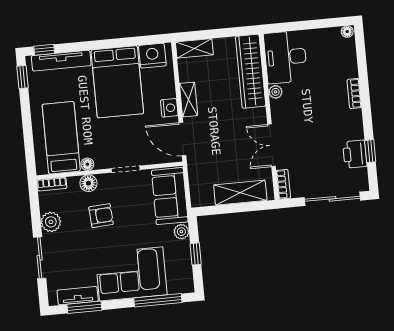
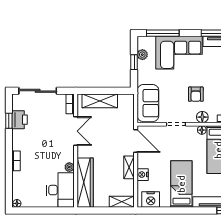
bed: (117, 82) -> (181, 184), width x0.67
nightstand: (169, 108) -> (143, 175), moved
armchair: (101, 216) -> (196, 94), turned -86
plant: (181, 232) -> (142, 55), moved

